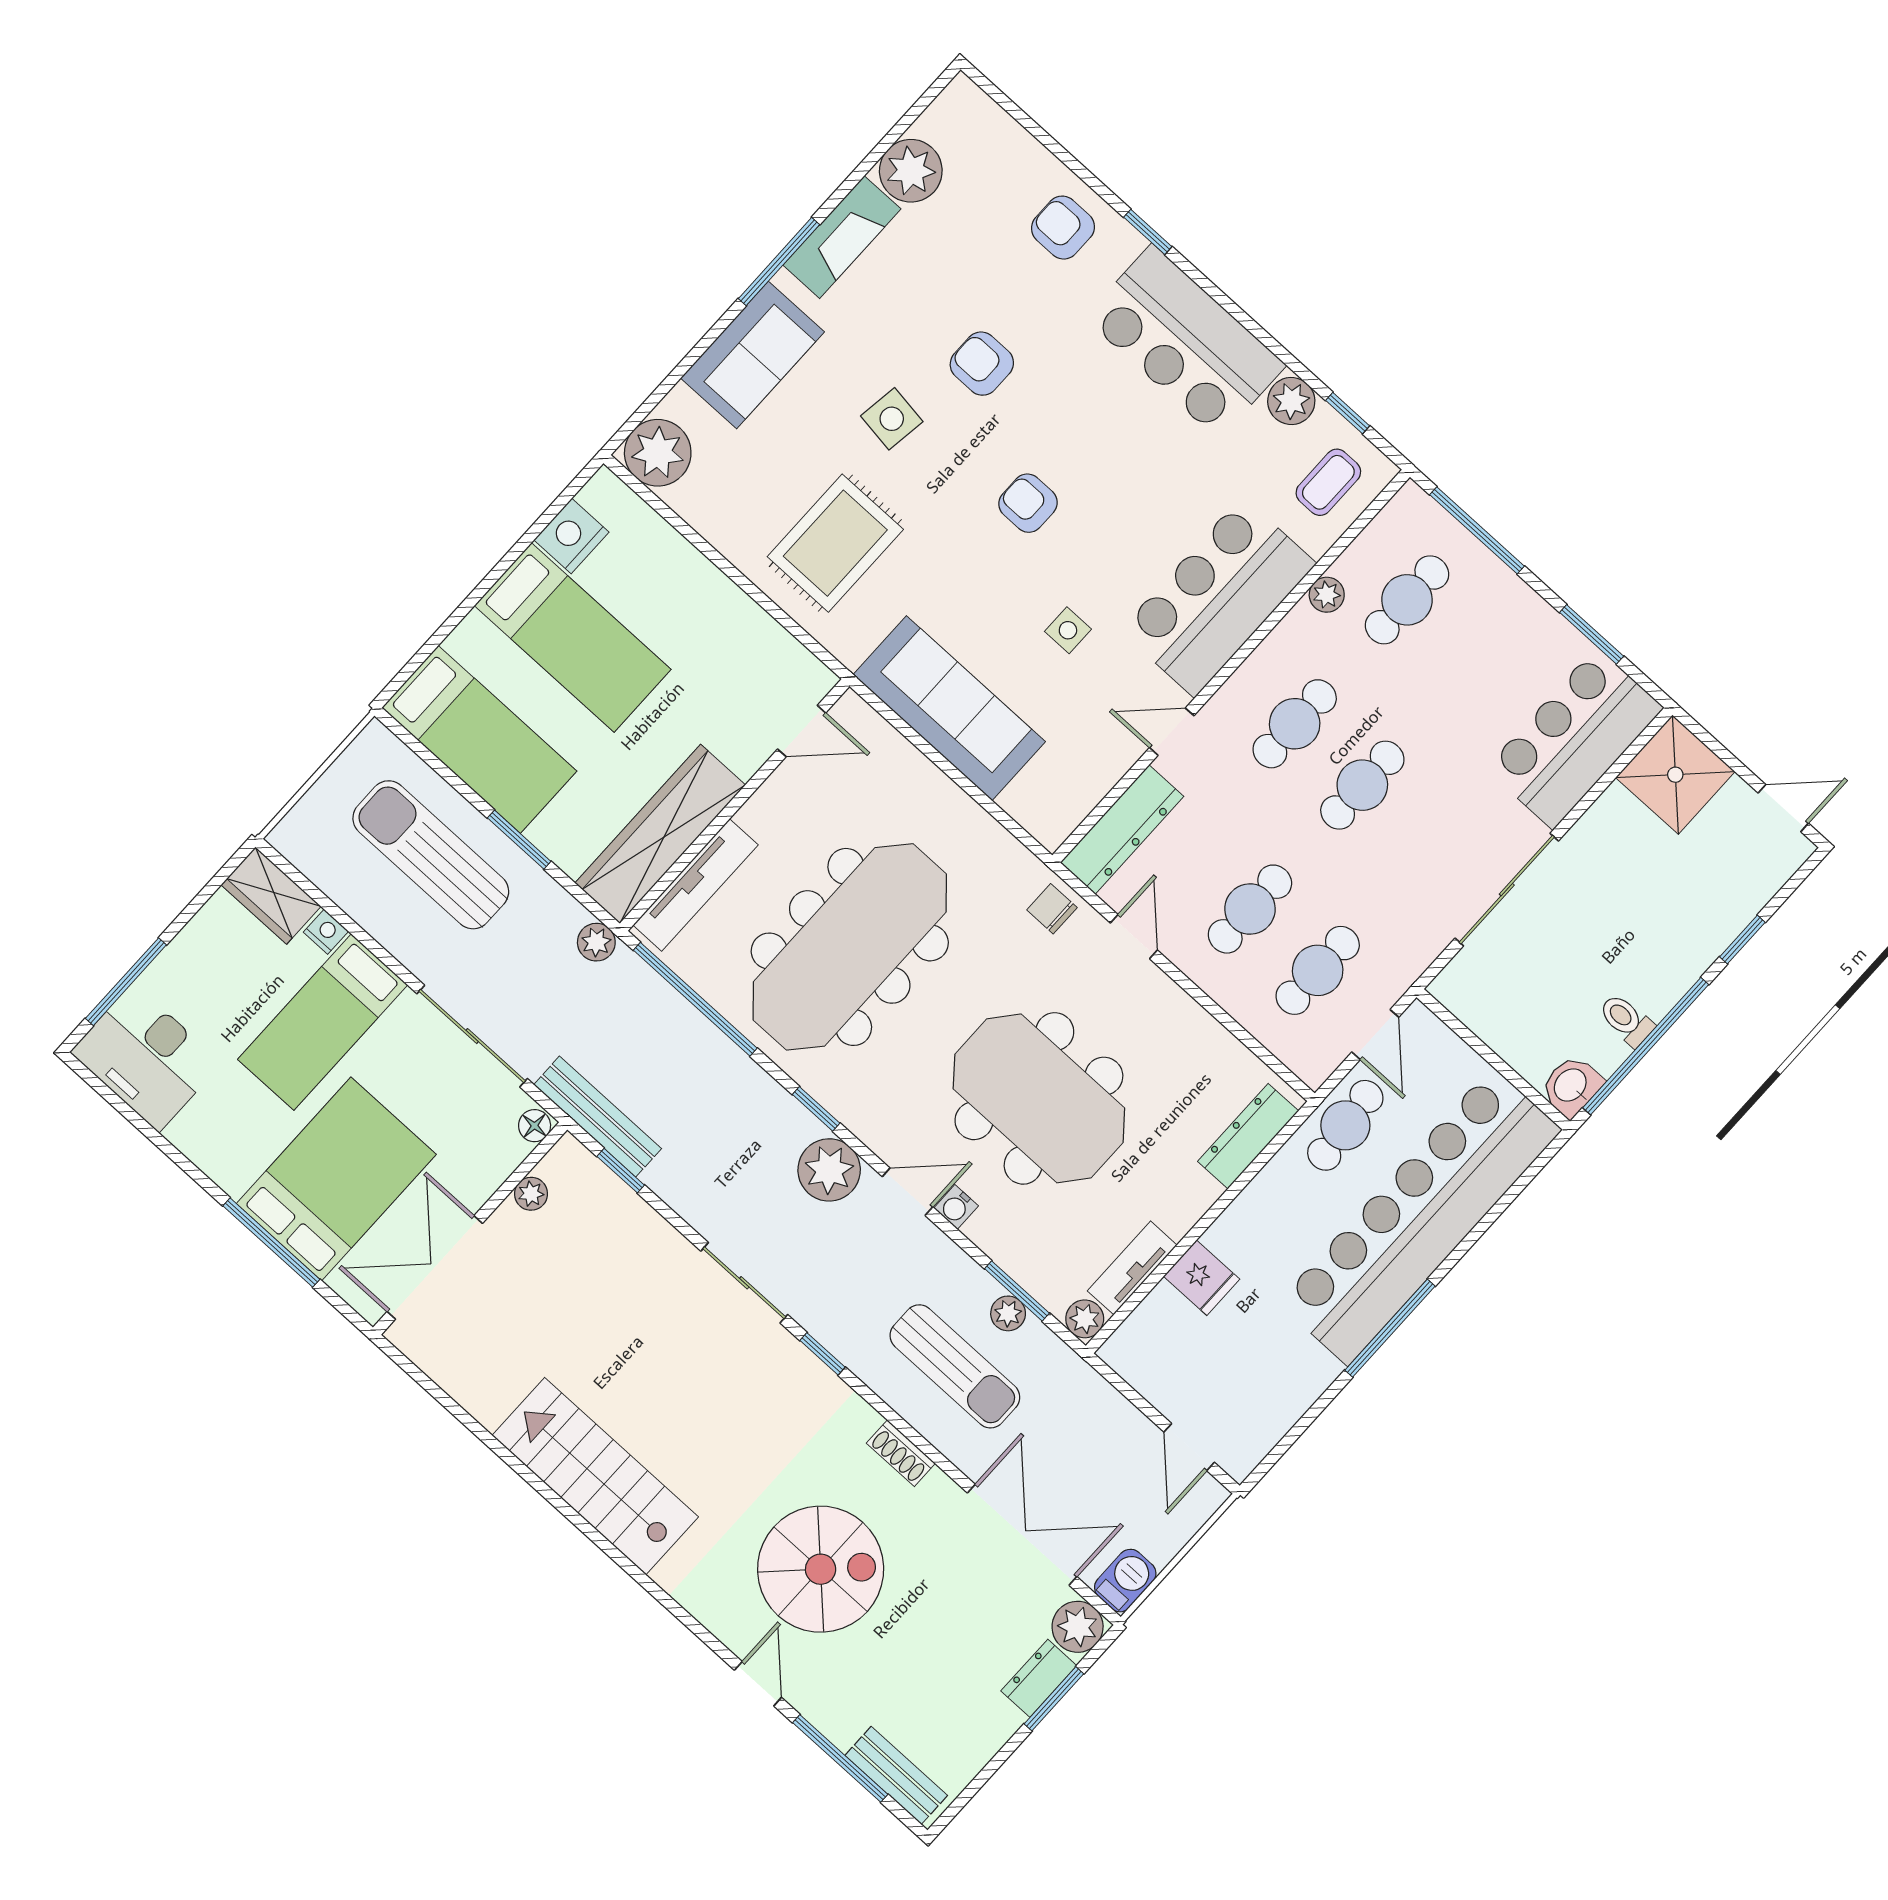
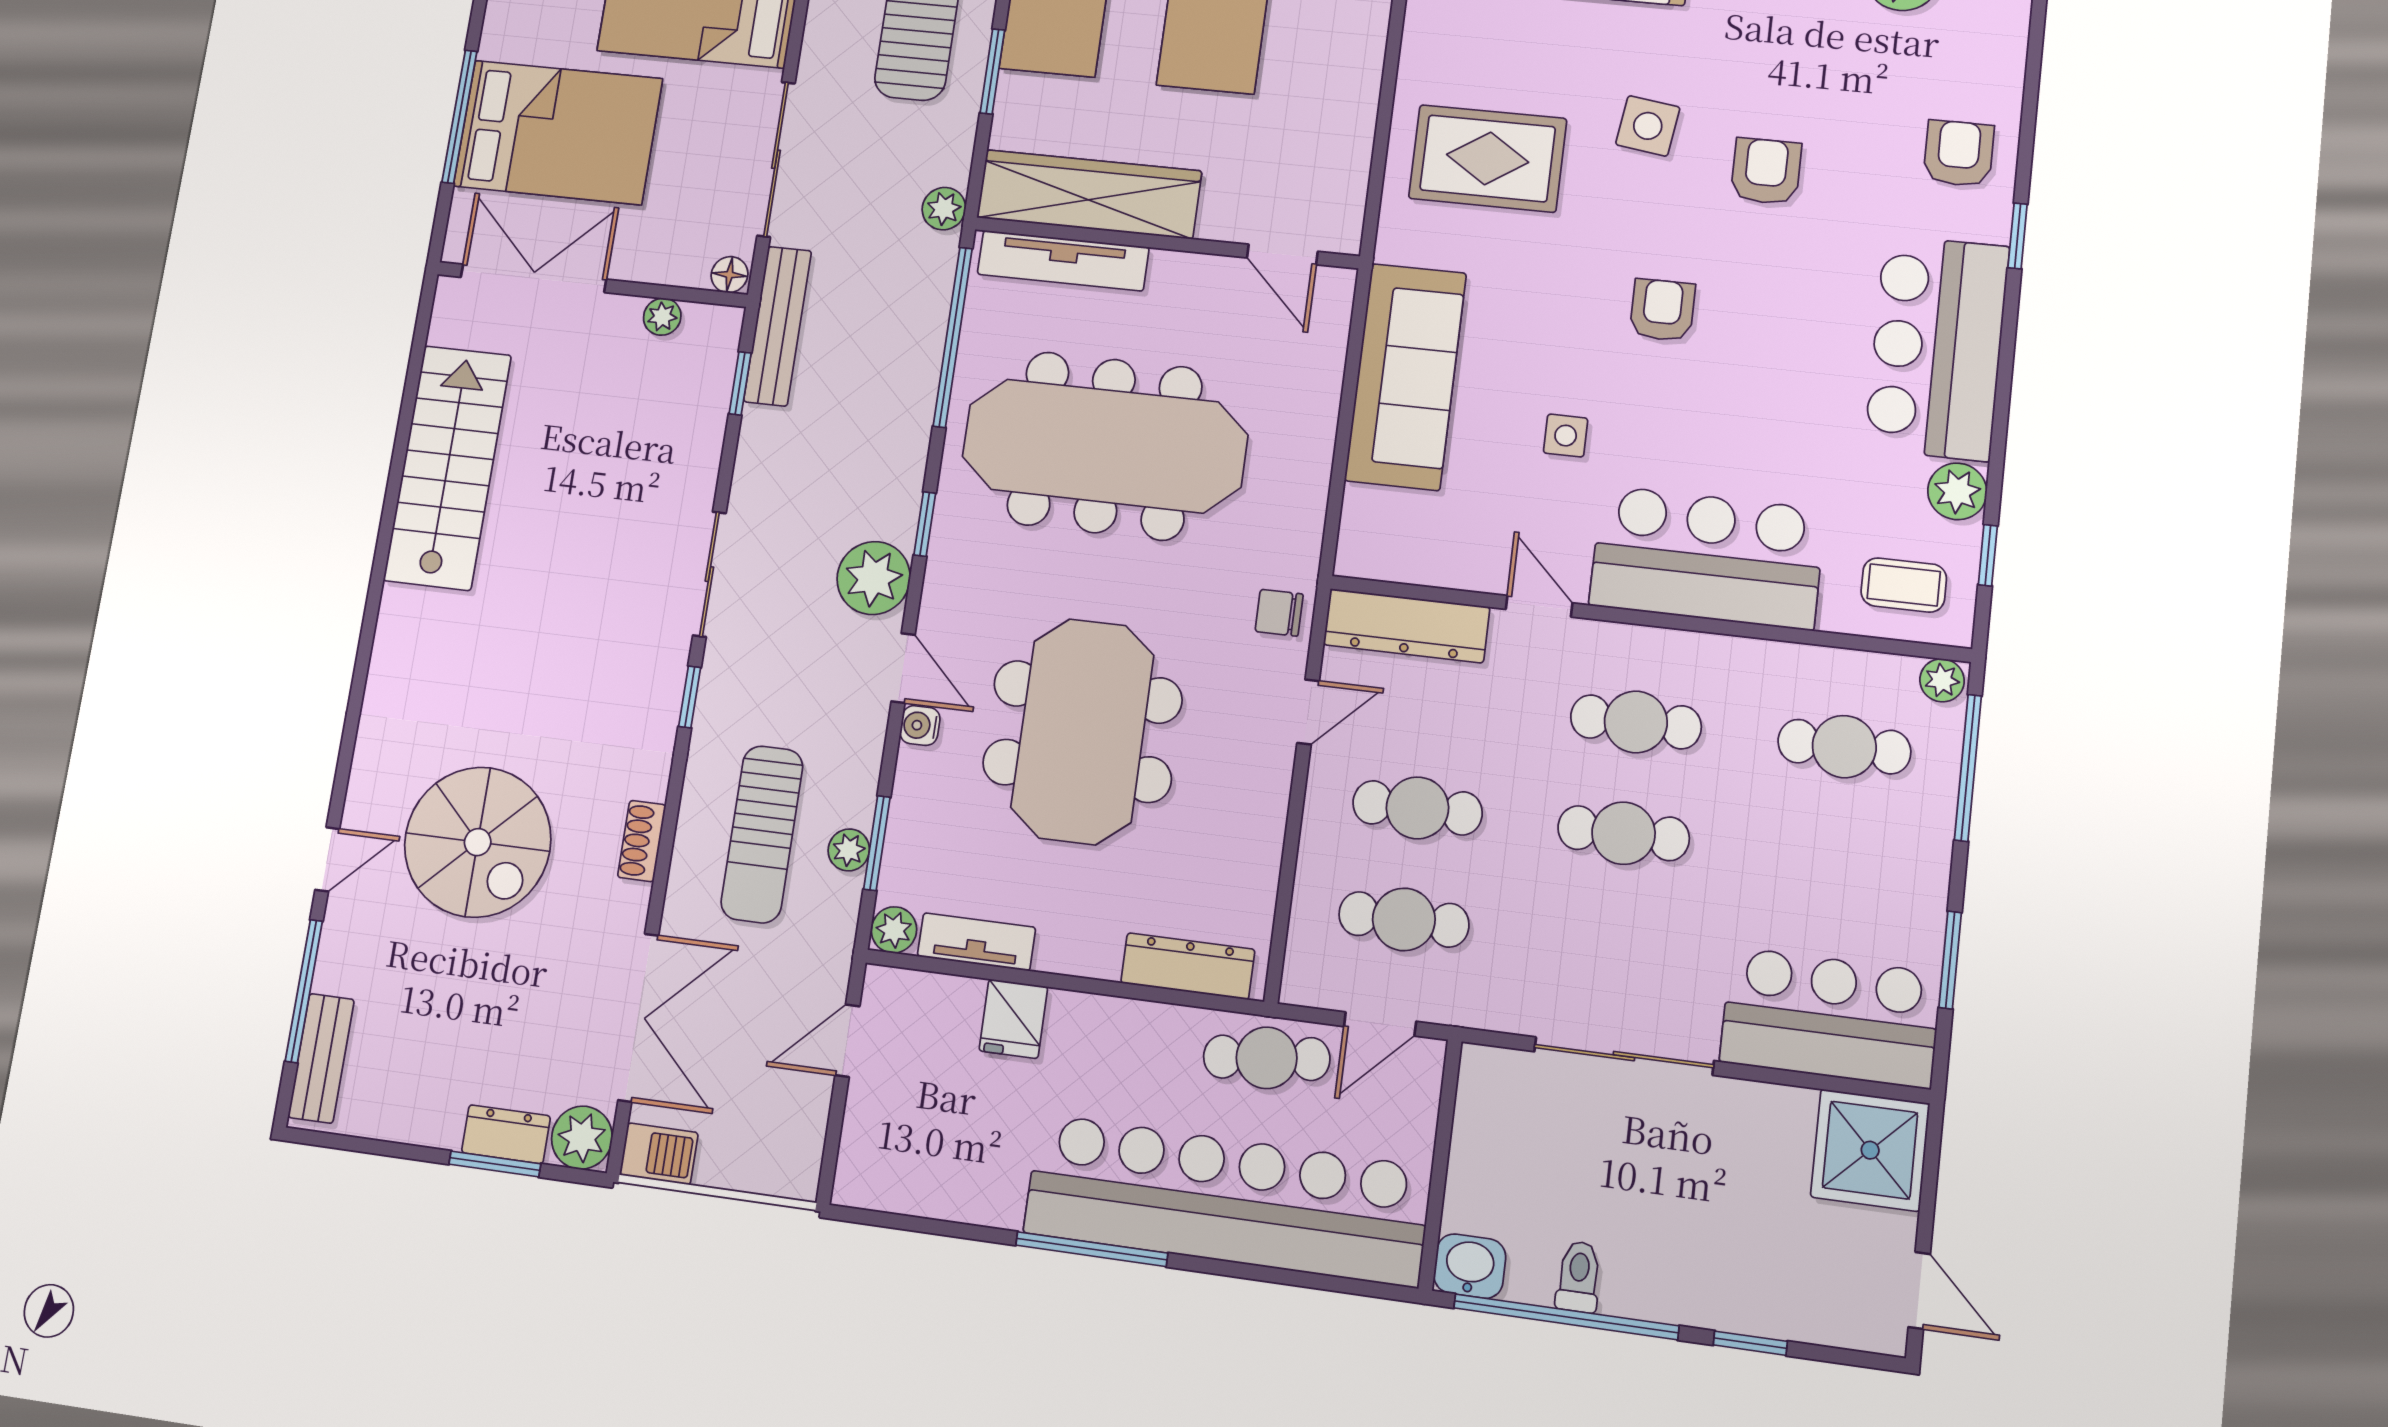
plant: (1327, 595) -> (1942, 680), moved
chair: (1052, 909) -> (1279, 613), turned -90
door: (1189, 1447) -> (847, 1041), moved
stairs: (595, 1476) -> (447, 467), moved

